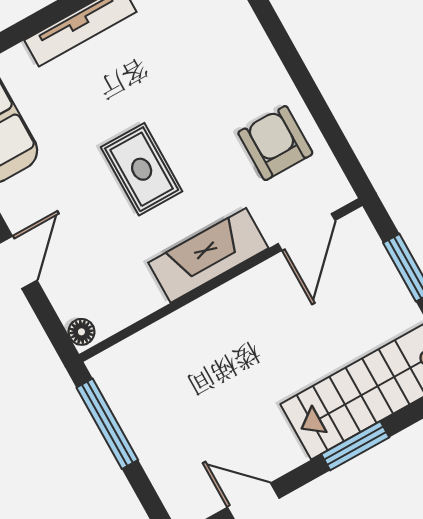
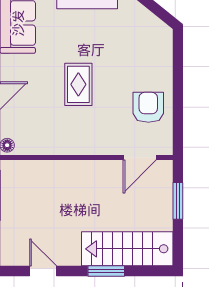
fireplace: (208, 255) -> (87, 143), removed

